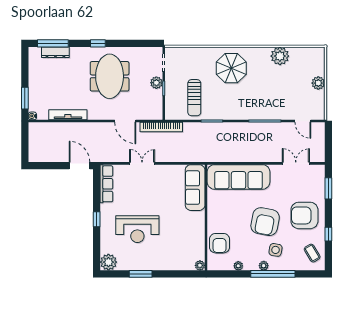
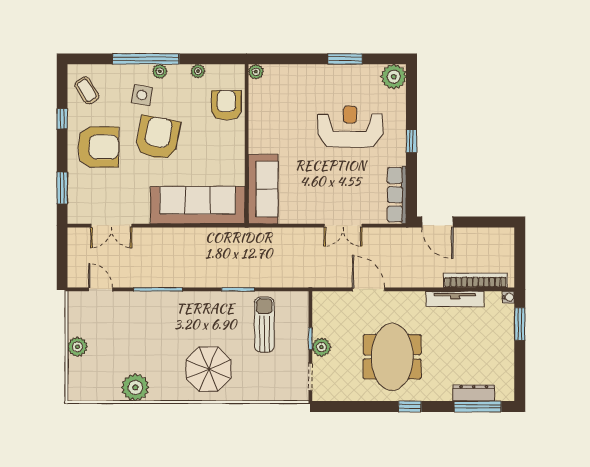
bookcase: (161, 127) -> (475, 280), moved

